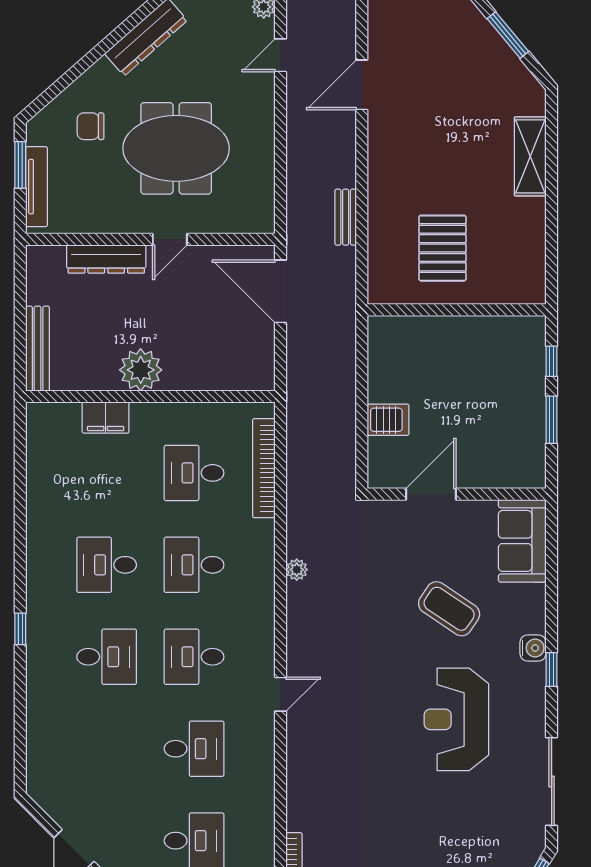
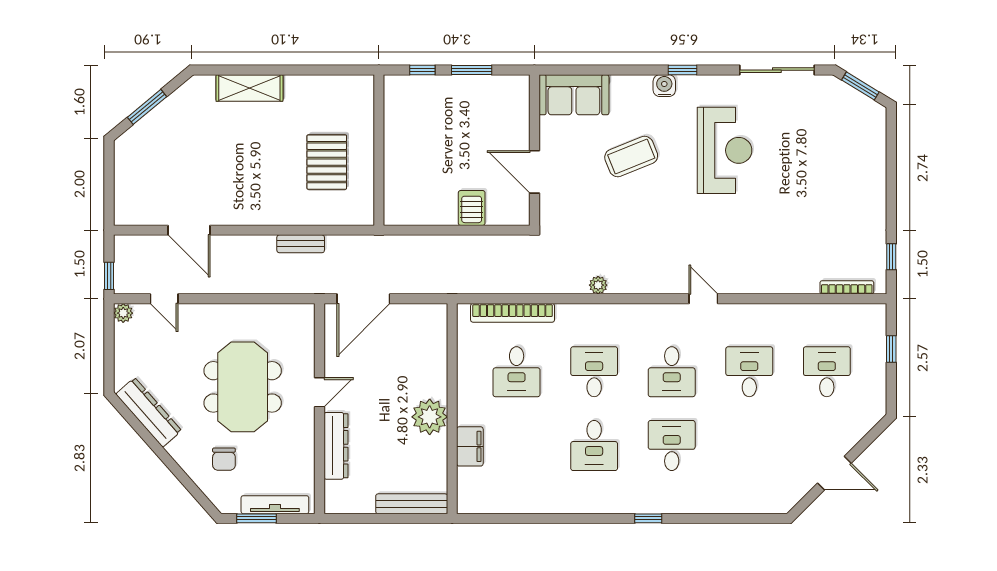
door: (170, 239) -> (319, 392), hinge flipped
pallet: (442, 248) -> (327, 162), turned 90
desk: (194, 565) -> (594, 372), turned 180
coffee table: (449, 609) -> (631, 157), turned 34
reception desk: (456, 719) -> (725, 150), turned -90

